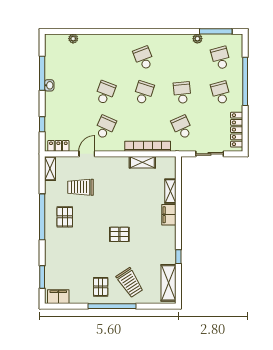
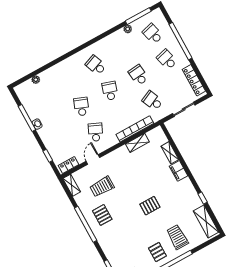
trolley: (130, 283) -> (177, 237), turned -147

